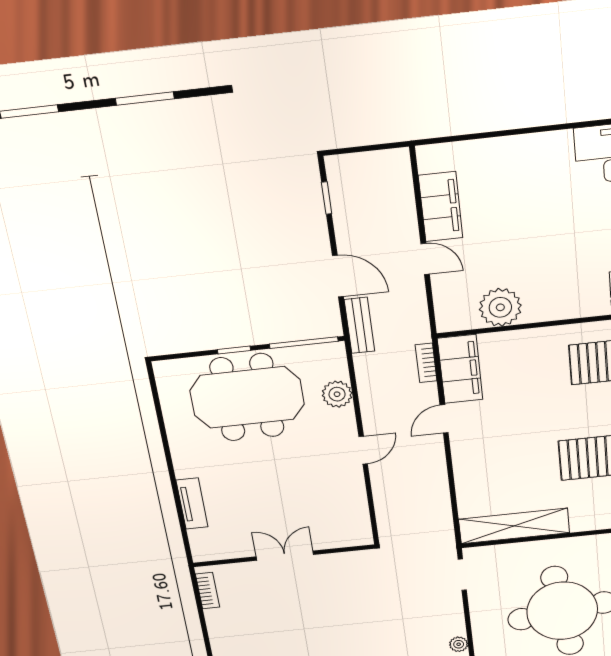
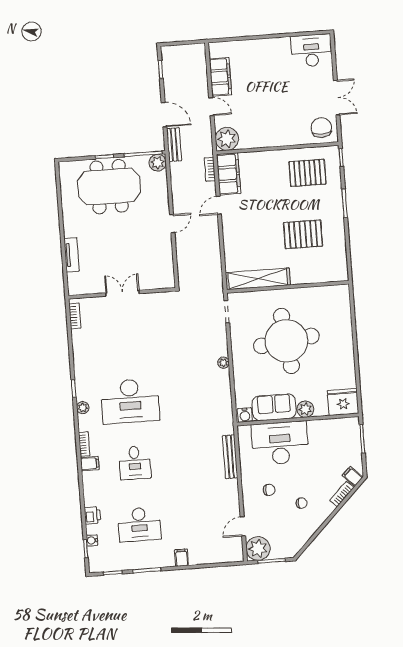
plant: (500, 307) -> (227, 139), moved
plant: (337, 394) -> (158, 163), moved

